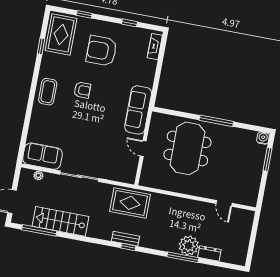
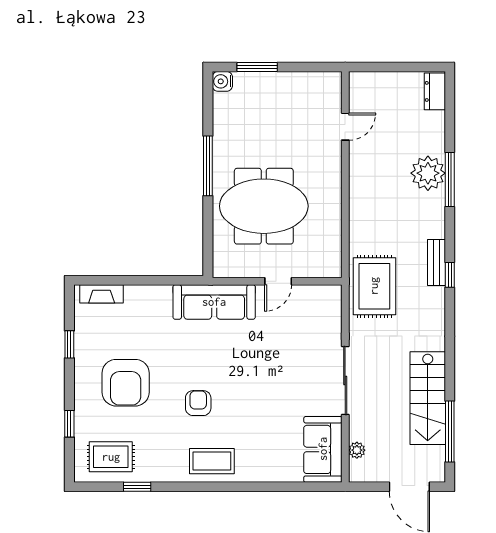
rug: (61, 34) -> (111, 457), width x0.73, depth x0.70
bench: (125, 239) -> (436, 263), moved
dresser: (209, 253) -> (435, 91), moved

